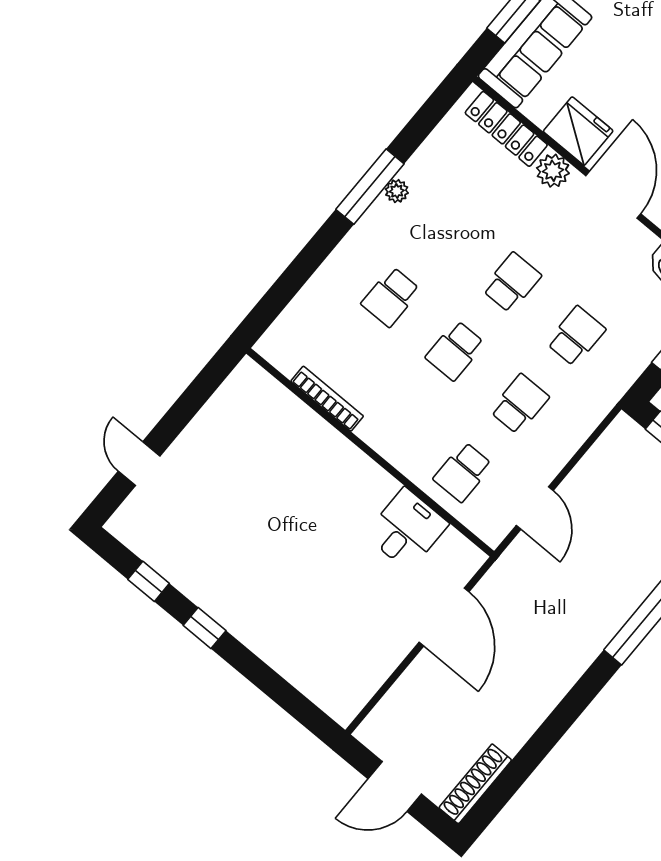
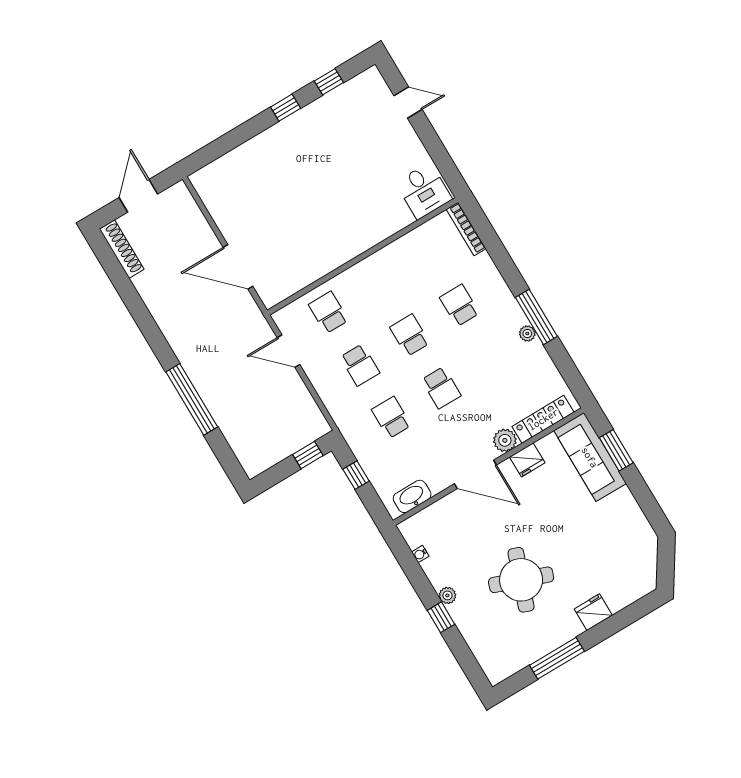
fridge: (578, 131) -> (527, 460), width x0.73, depth x0.75
school desk: (576, 336) -> (391, 417), turned 180
bookcase: (327, 399) -> (466, 229), moved, turned 90
desk: (407, 529) -> (424, 191), moved

